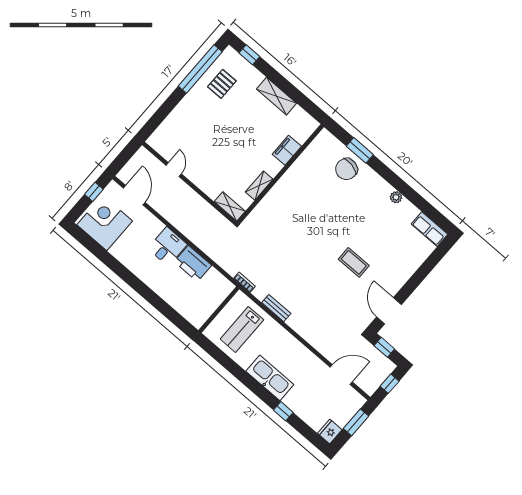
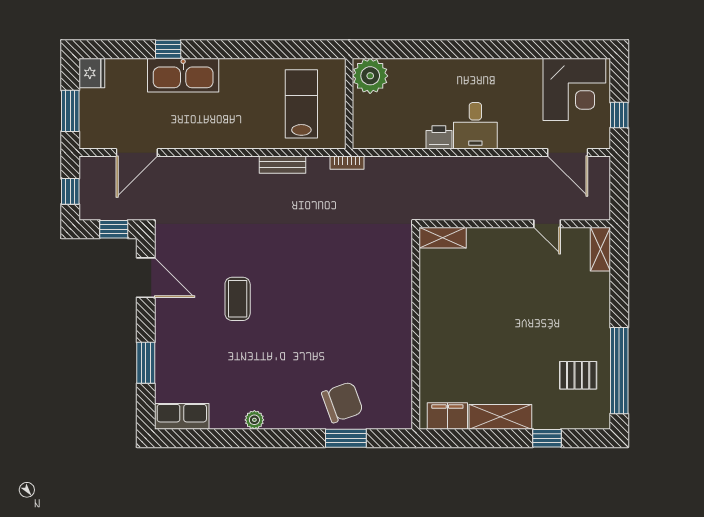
window: (249, 55) -> (547, 438), moved
pallet: (222, 84) -> (578, 375), turned 90
filing cabinet: (287, 150) -> (447, 416), moved, turned -90
chair: (346, 169) -> (342, 402), turned 59
shelving: (259, 186) -> (600, 249), moved
coffee table: (354, 262) -> (238, 299), turned 90
printer: (193, 263) -> (439, 137), width x0.53, depth x0.68
window: (425, 270) -> (146, 363), added
plant: (197, 314) -> (370, 76), added
kitchen sink: (270, 378) -> (183, 75), moved

